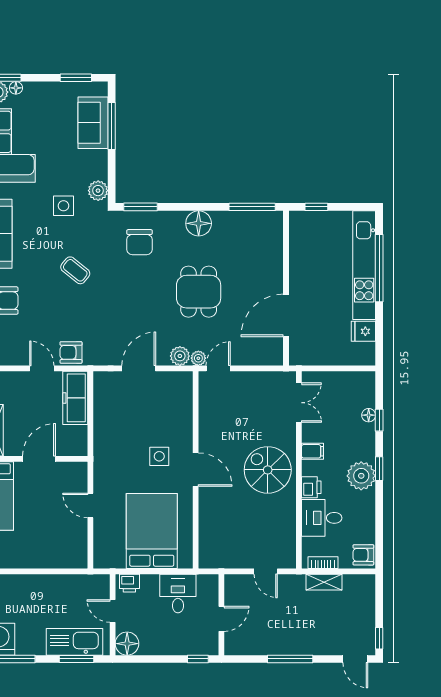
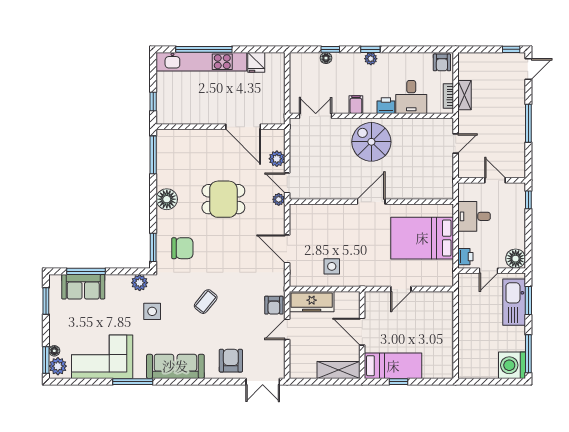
plant: (180, 356) -> (277, 159), moved
side table: (159, 456) -> (332, 266), moved
spiral stairs: (268, 470) -> (371, 142), turned 90
plant: (361, 476) -> (371, 59), width x0.53, depth x0.53

